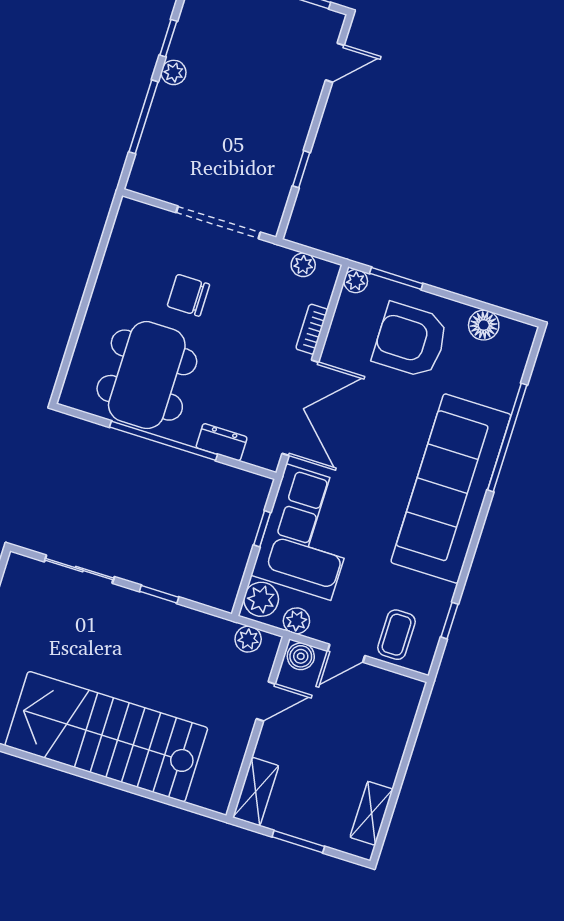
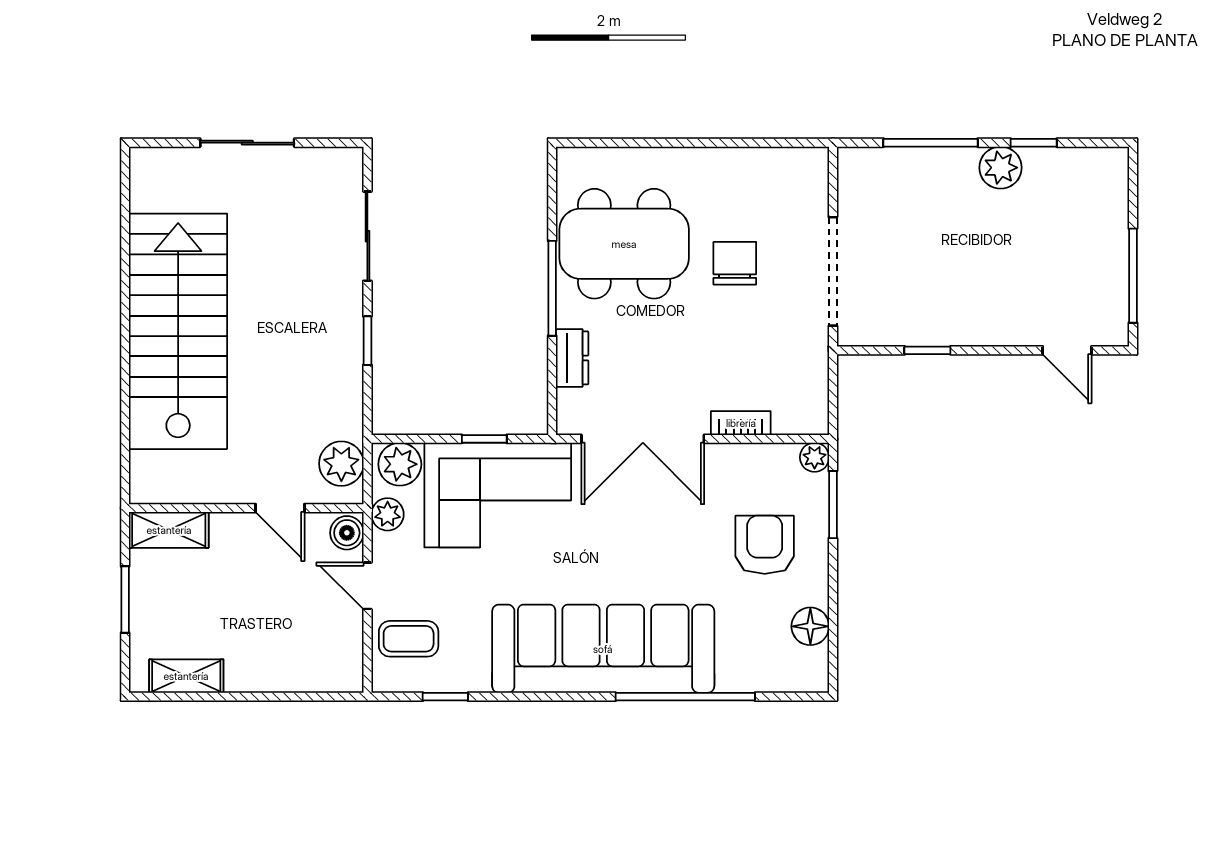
plant: (174, 72) -> (1001, 168), width x1.38, depth x1.38
plant: (303, 265) -> (814, 389), removed
armchair: (410, 340) -> (765, 545), width x0.73, depth x0.73
window: (164, 441) -> (552, 288), width x0.68
plant: (248, 639) -> (341, 464), width x1.38, depth x1.38

